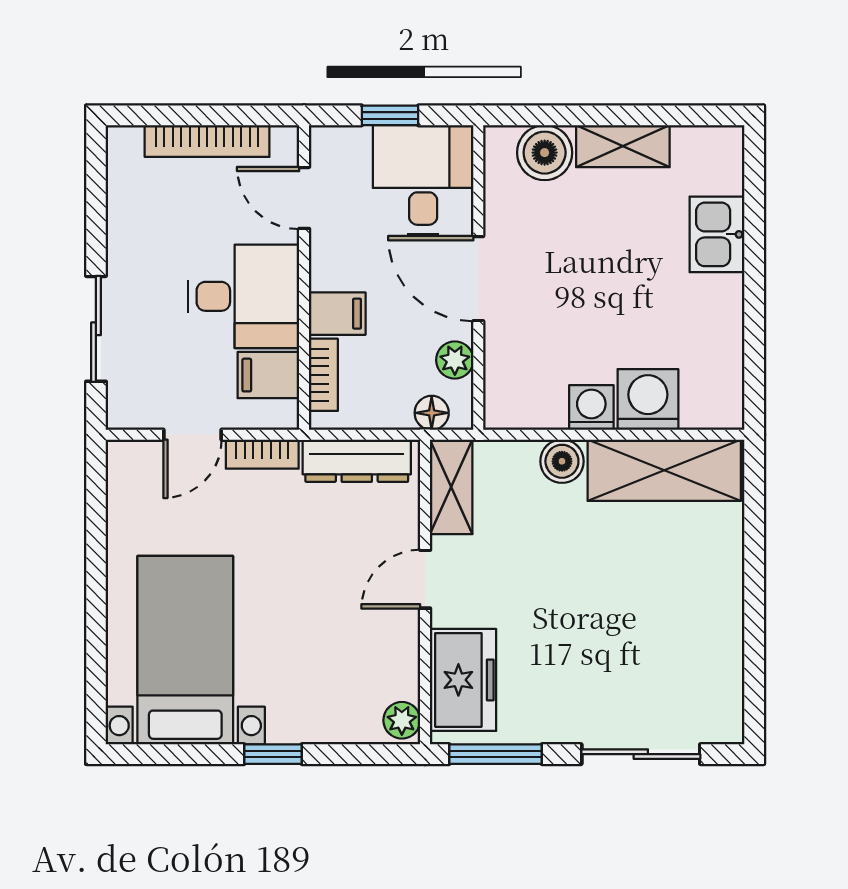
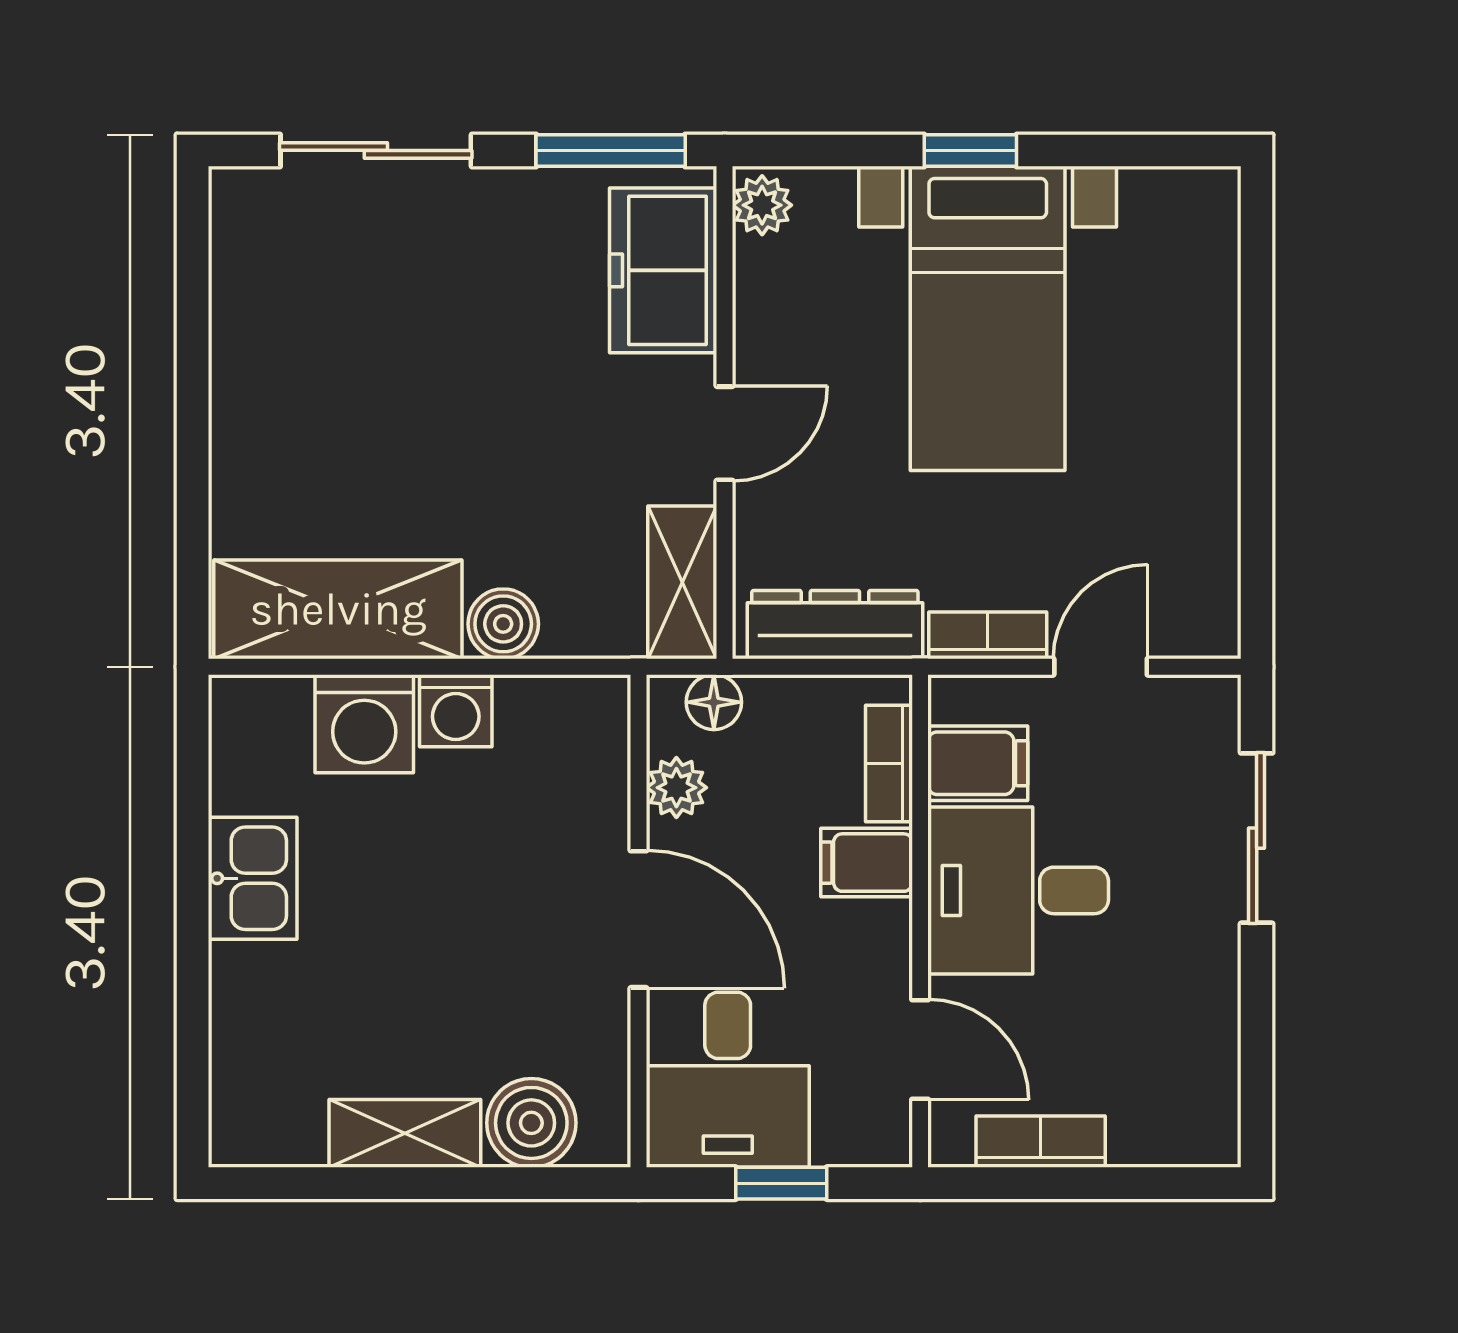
bookcase: (207, 141) -> (1041, 1142), width x0.64
kitchen sink: (717, 234) -> (253, 878), moved
bed with nightstands: (185, 650) -> (988, 318), moved

